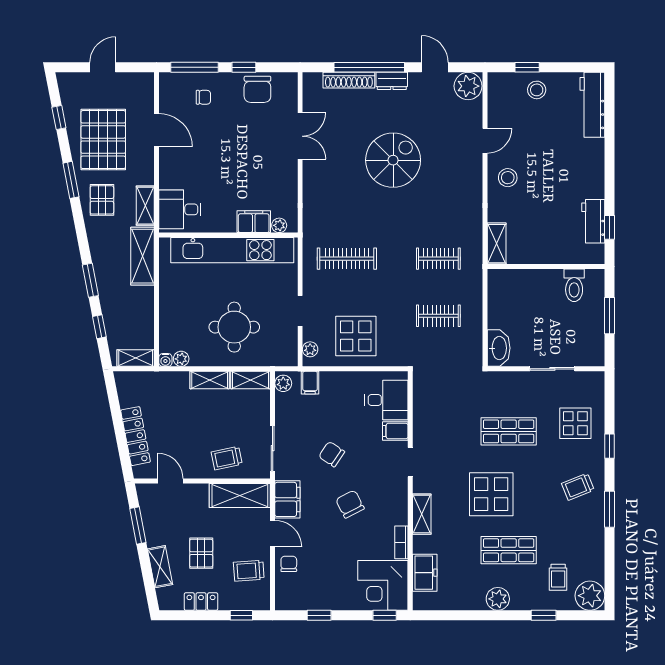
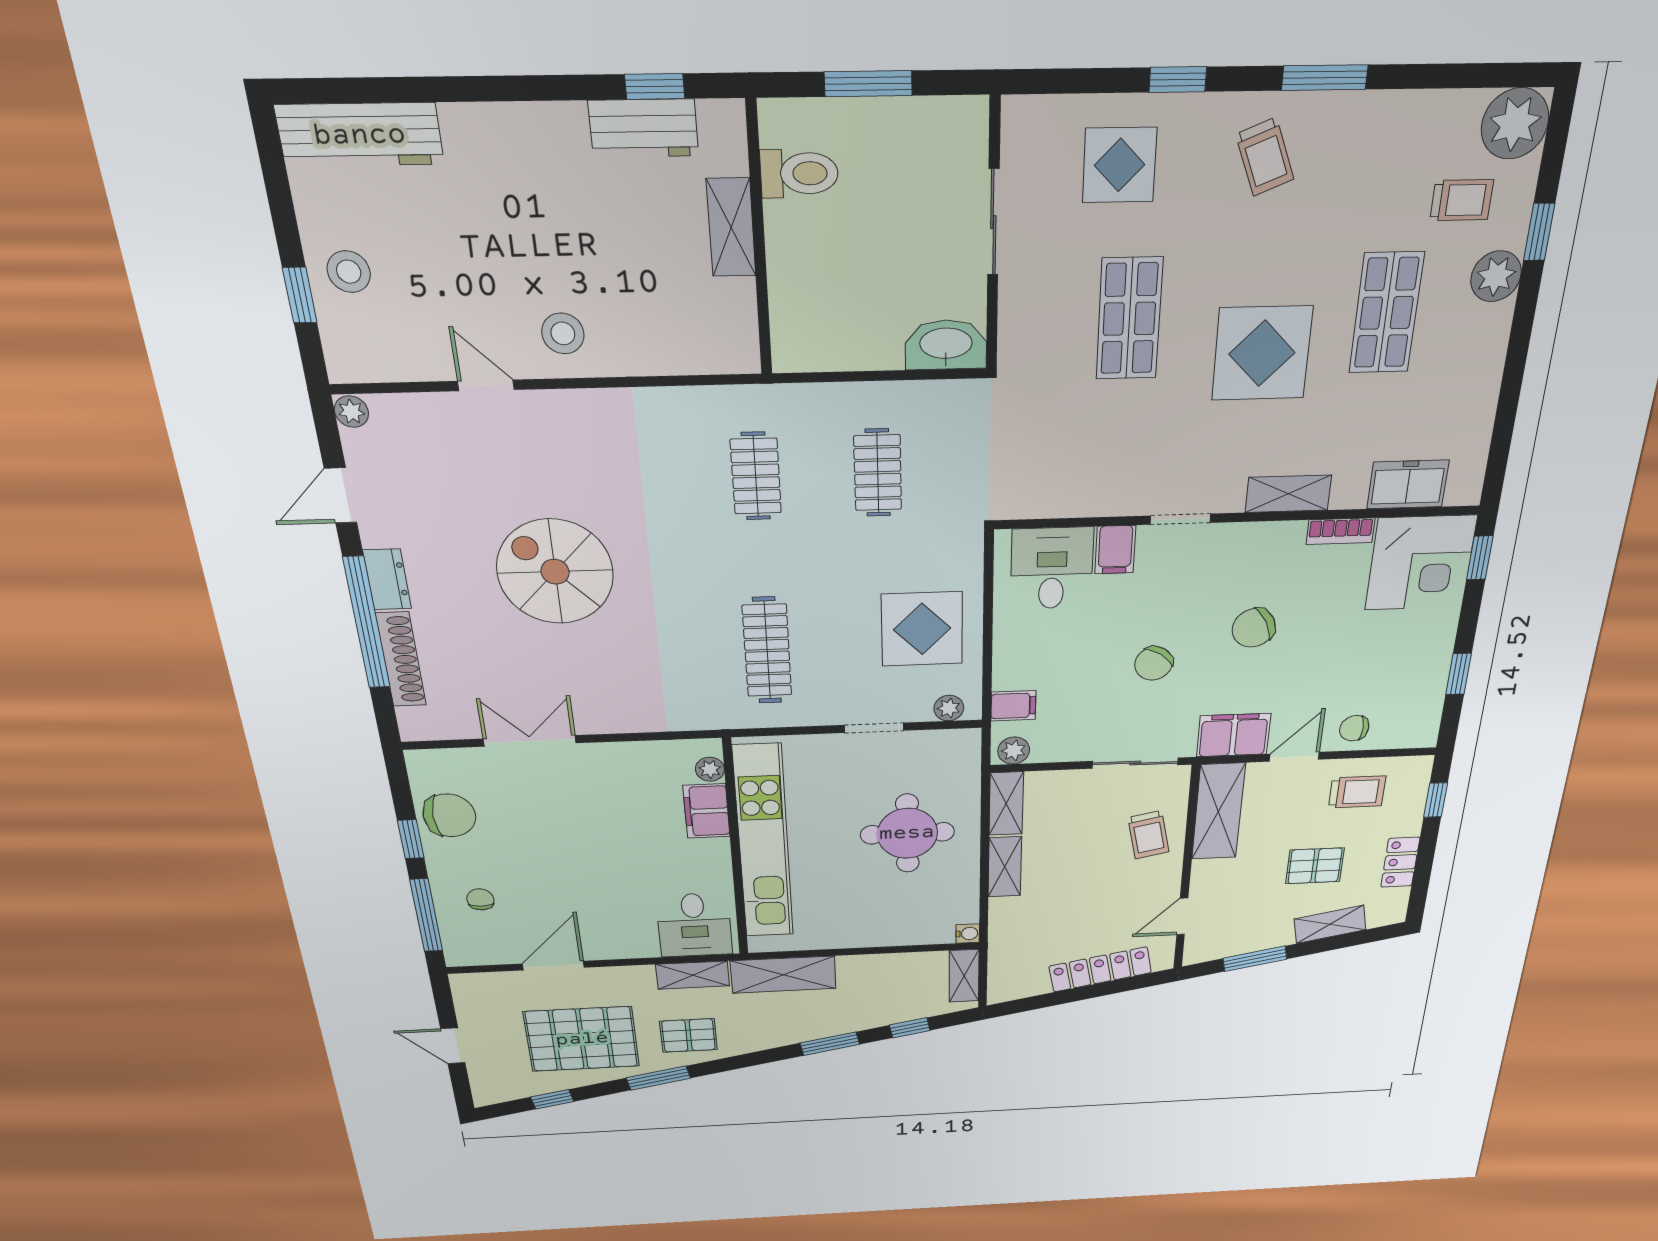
plant: (468, 86) -> (351, 412), width x0.53, depth x0.53
shelving: (497, 244) -> (731, 228), moved, turned 90
plant: (181, 359) -> (966, 911), removed
trolley: (249, 571) -> (1357, 792), turned -86
plant: (498, 599) -> (1496, 276), moved

